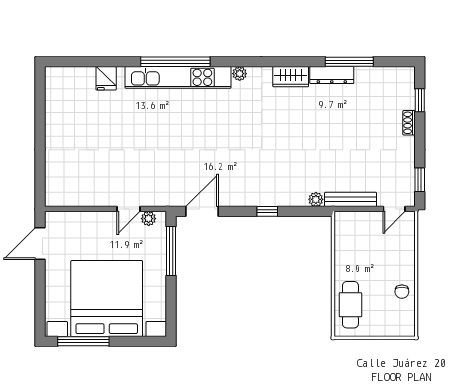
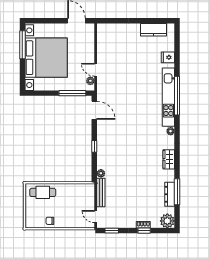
dresser: (332, 75) -> (170, 194), moved
plant: (402, 79) -> (167, 221), added
window: (420, 100) -> (144, 231), moved
kitchen counter: (56, 104) -> (153, 30), added

